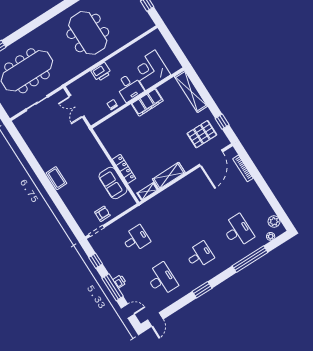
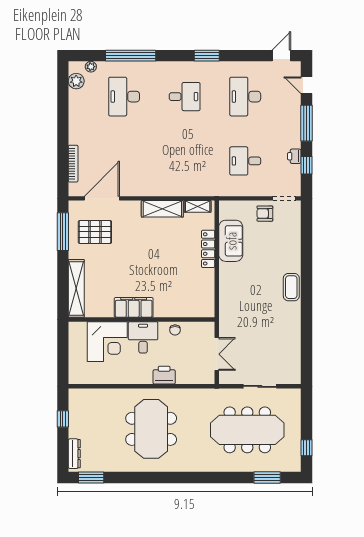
window: (222, 122) -> (63, 232), width x2.17
desk: (200, 255) -> (185, 97), turned 180
printer: (120, 281) -> (294, 156), moved

